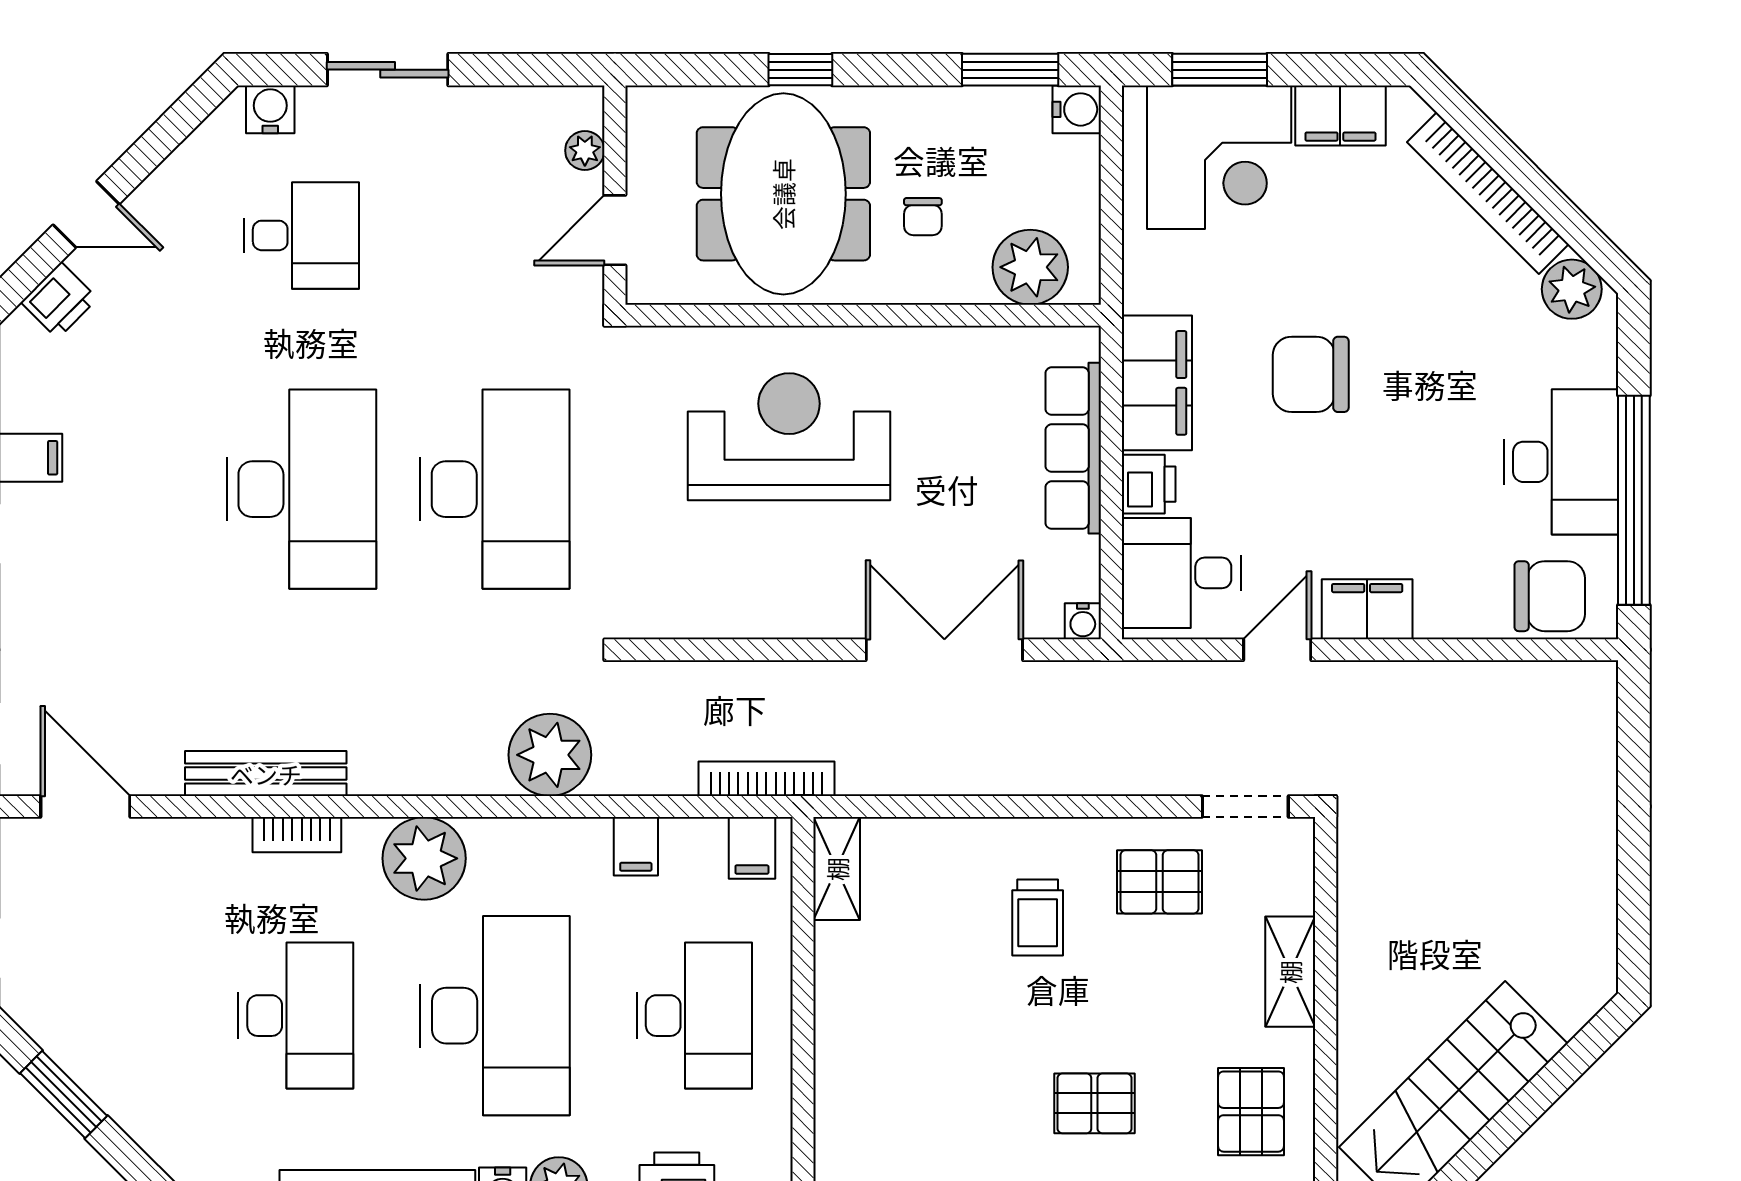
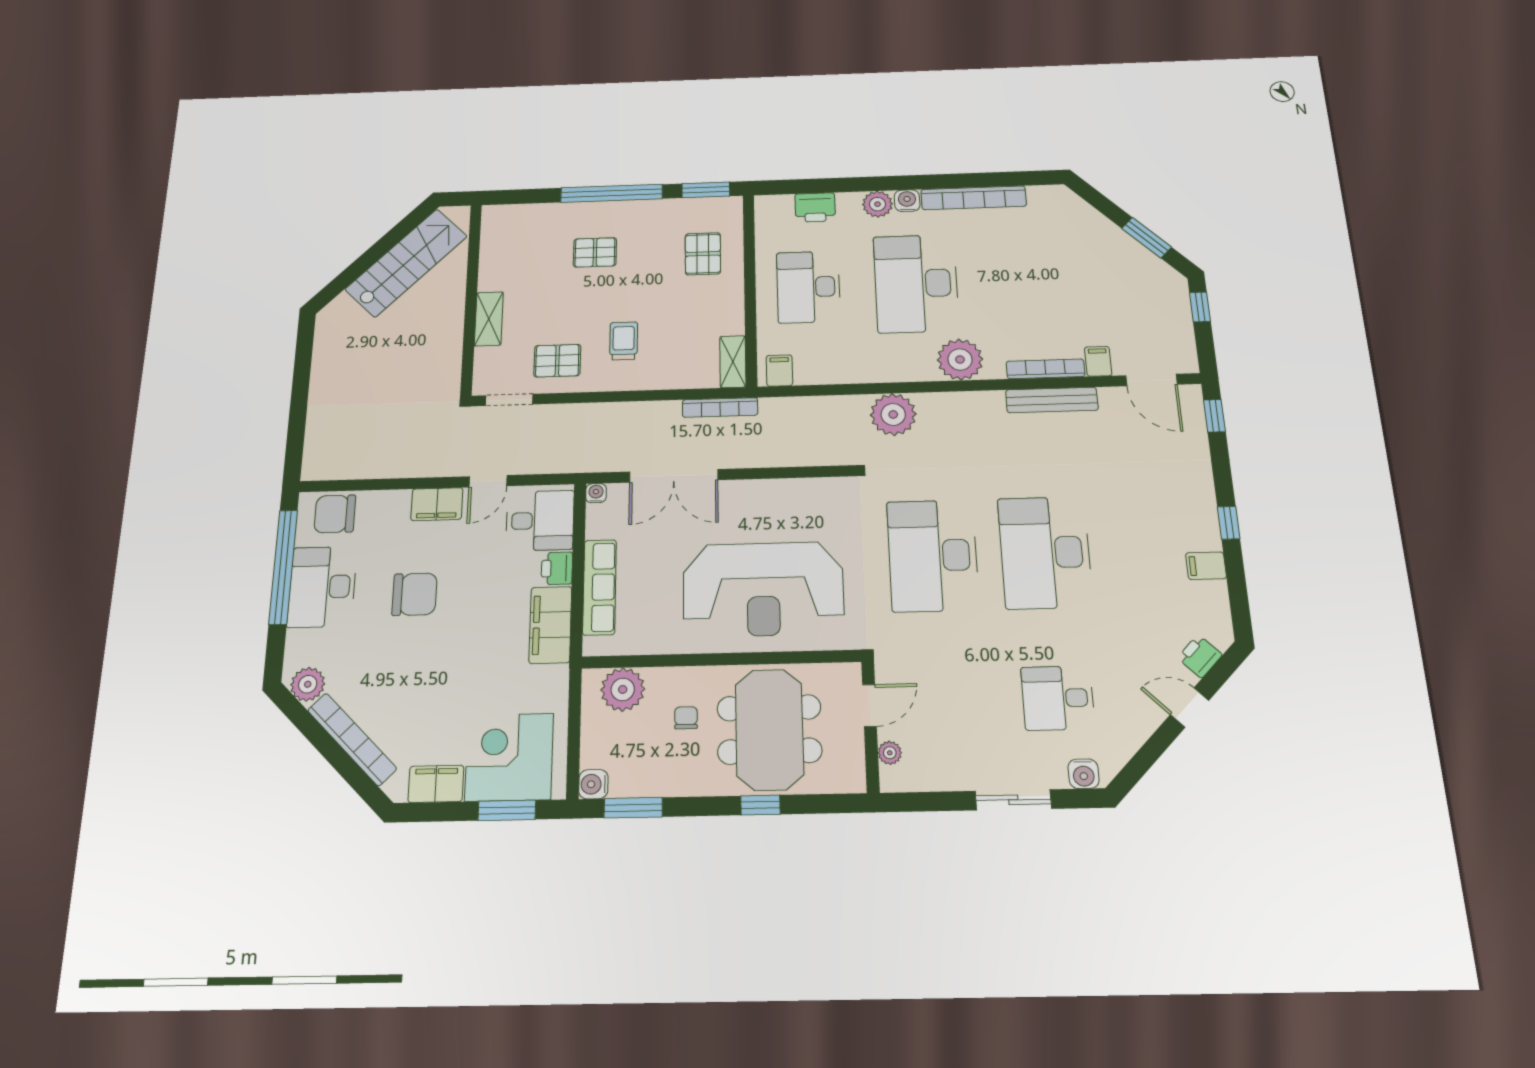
chair: (1311, 374) -> (415, 594), moved
reception desk: (789, 437) -> (763, 589), width x1.36, depth x1.30
bookcase: (766, 779) -> (720, 407), moved
bookcase: (297, 835) -> (1046, 369), width x1.56
filing cabinet: (636, 846) -> (1098, 361), moved
desk: (296, 1016) -> (1024, 280), removed
pallet: (1251, 1112) -> (703, 254), moved

